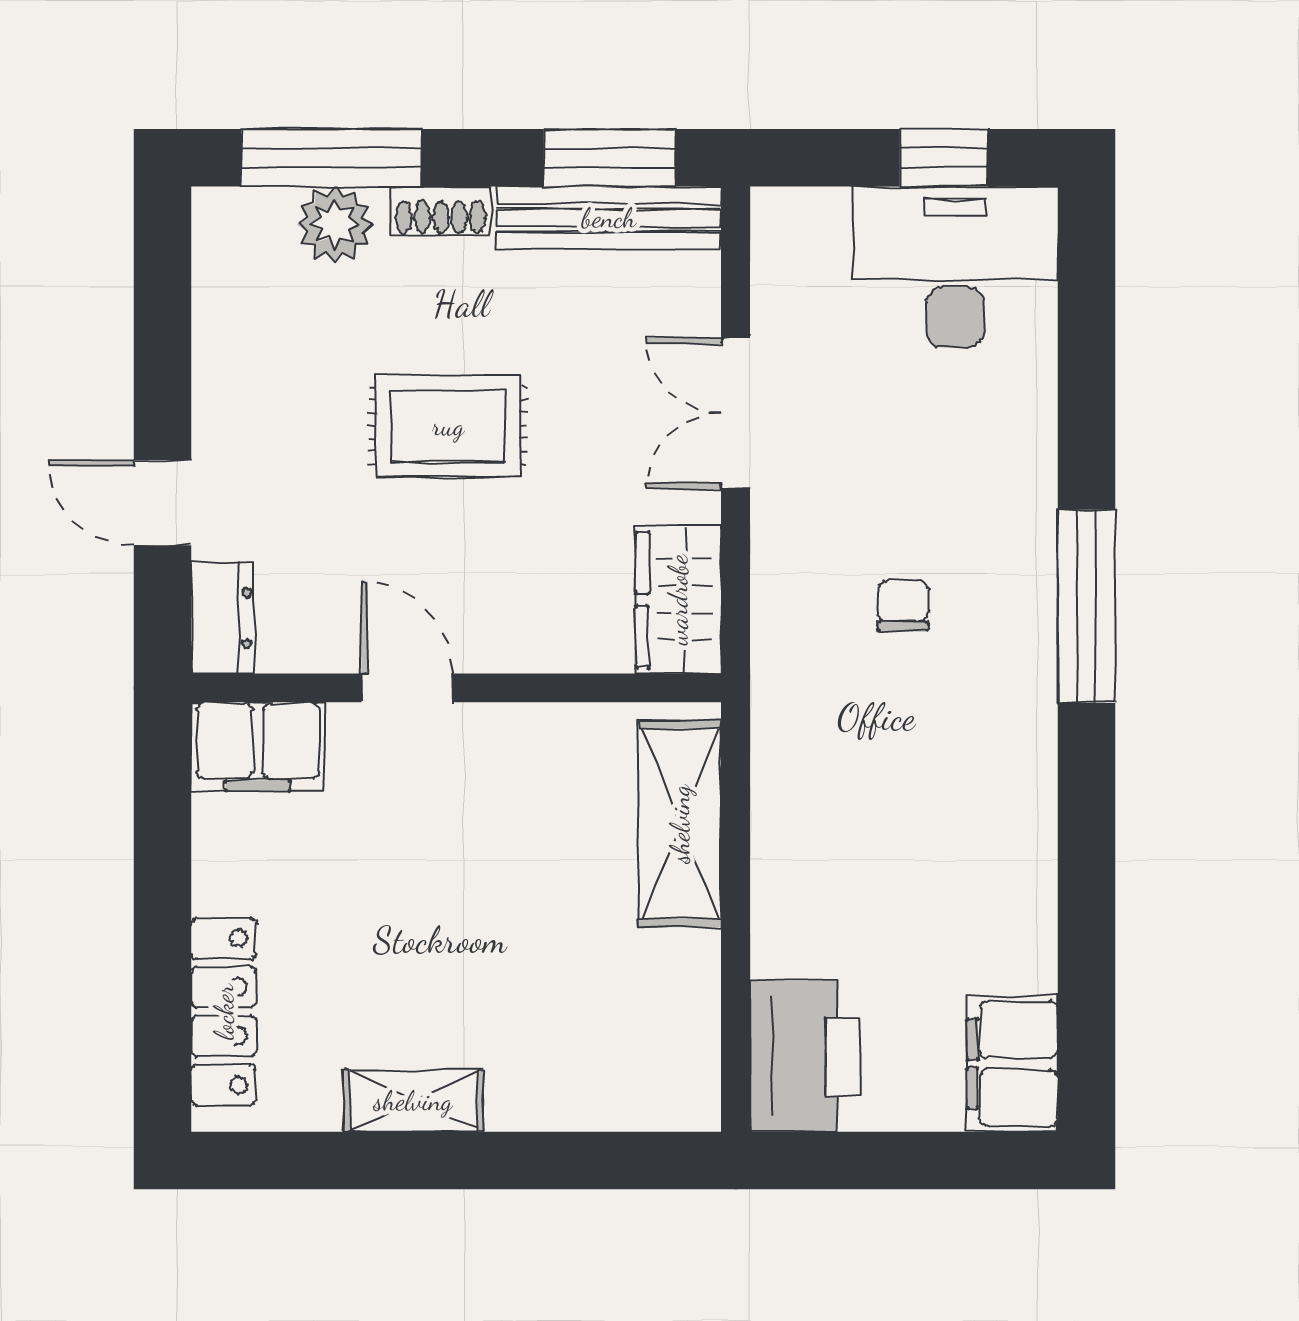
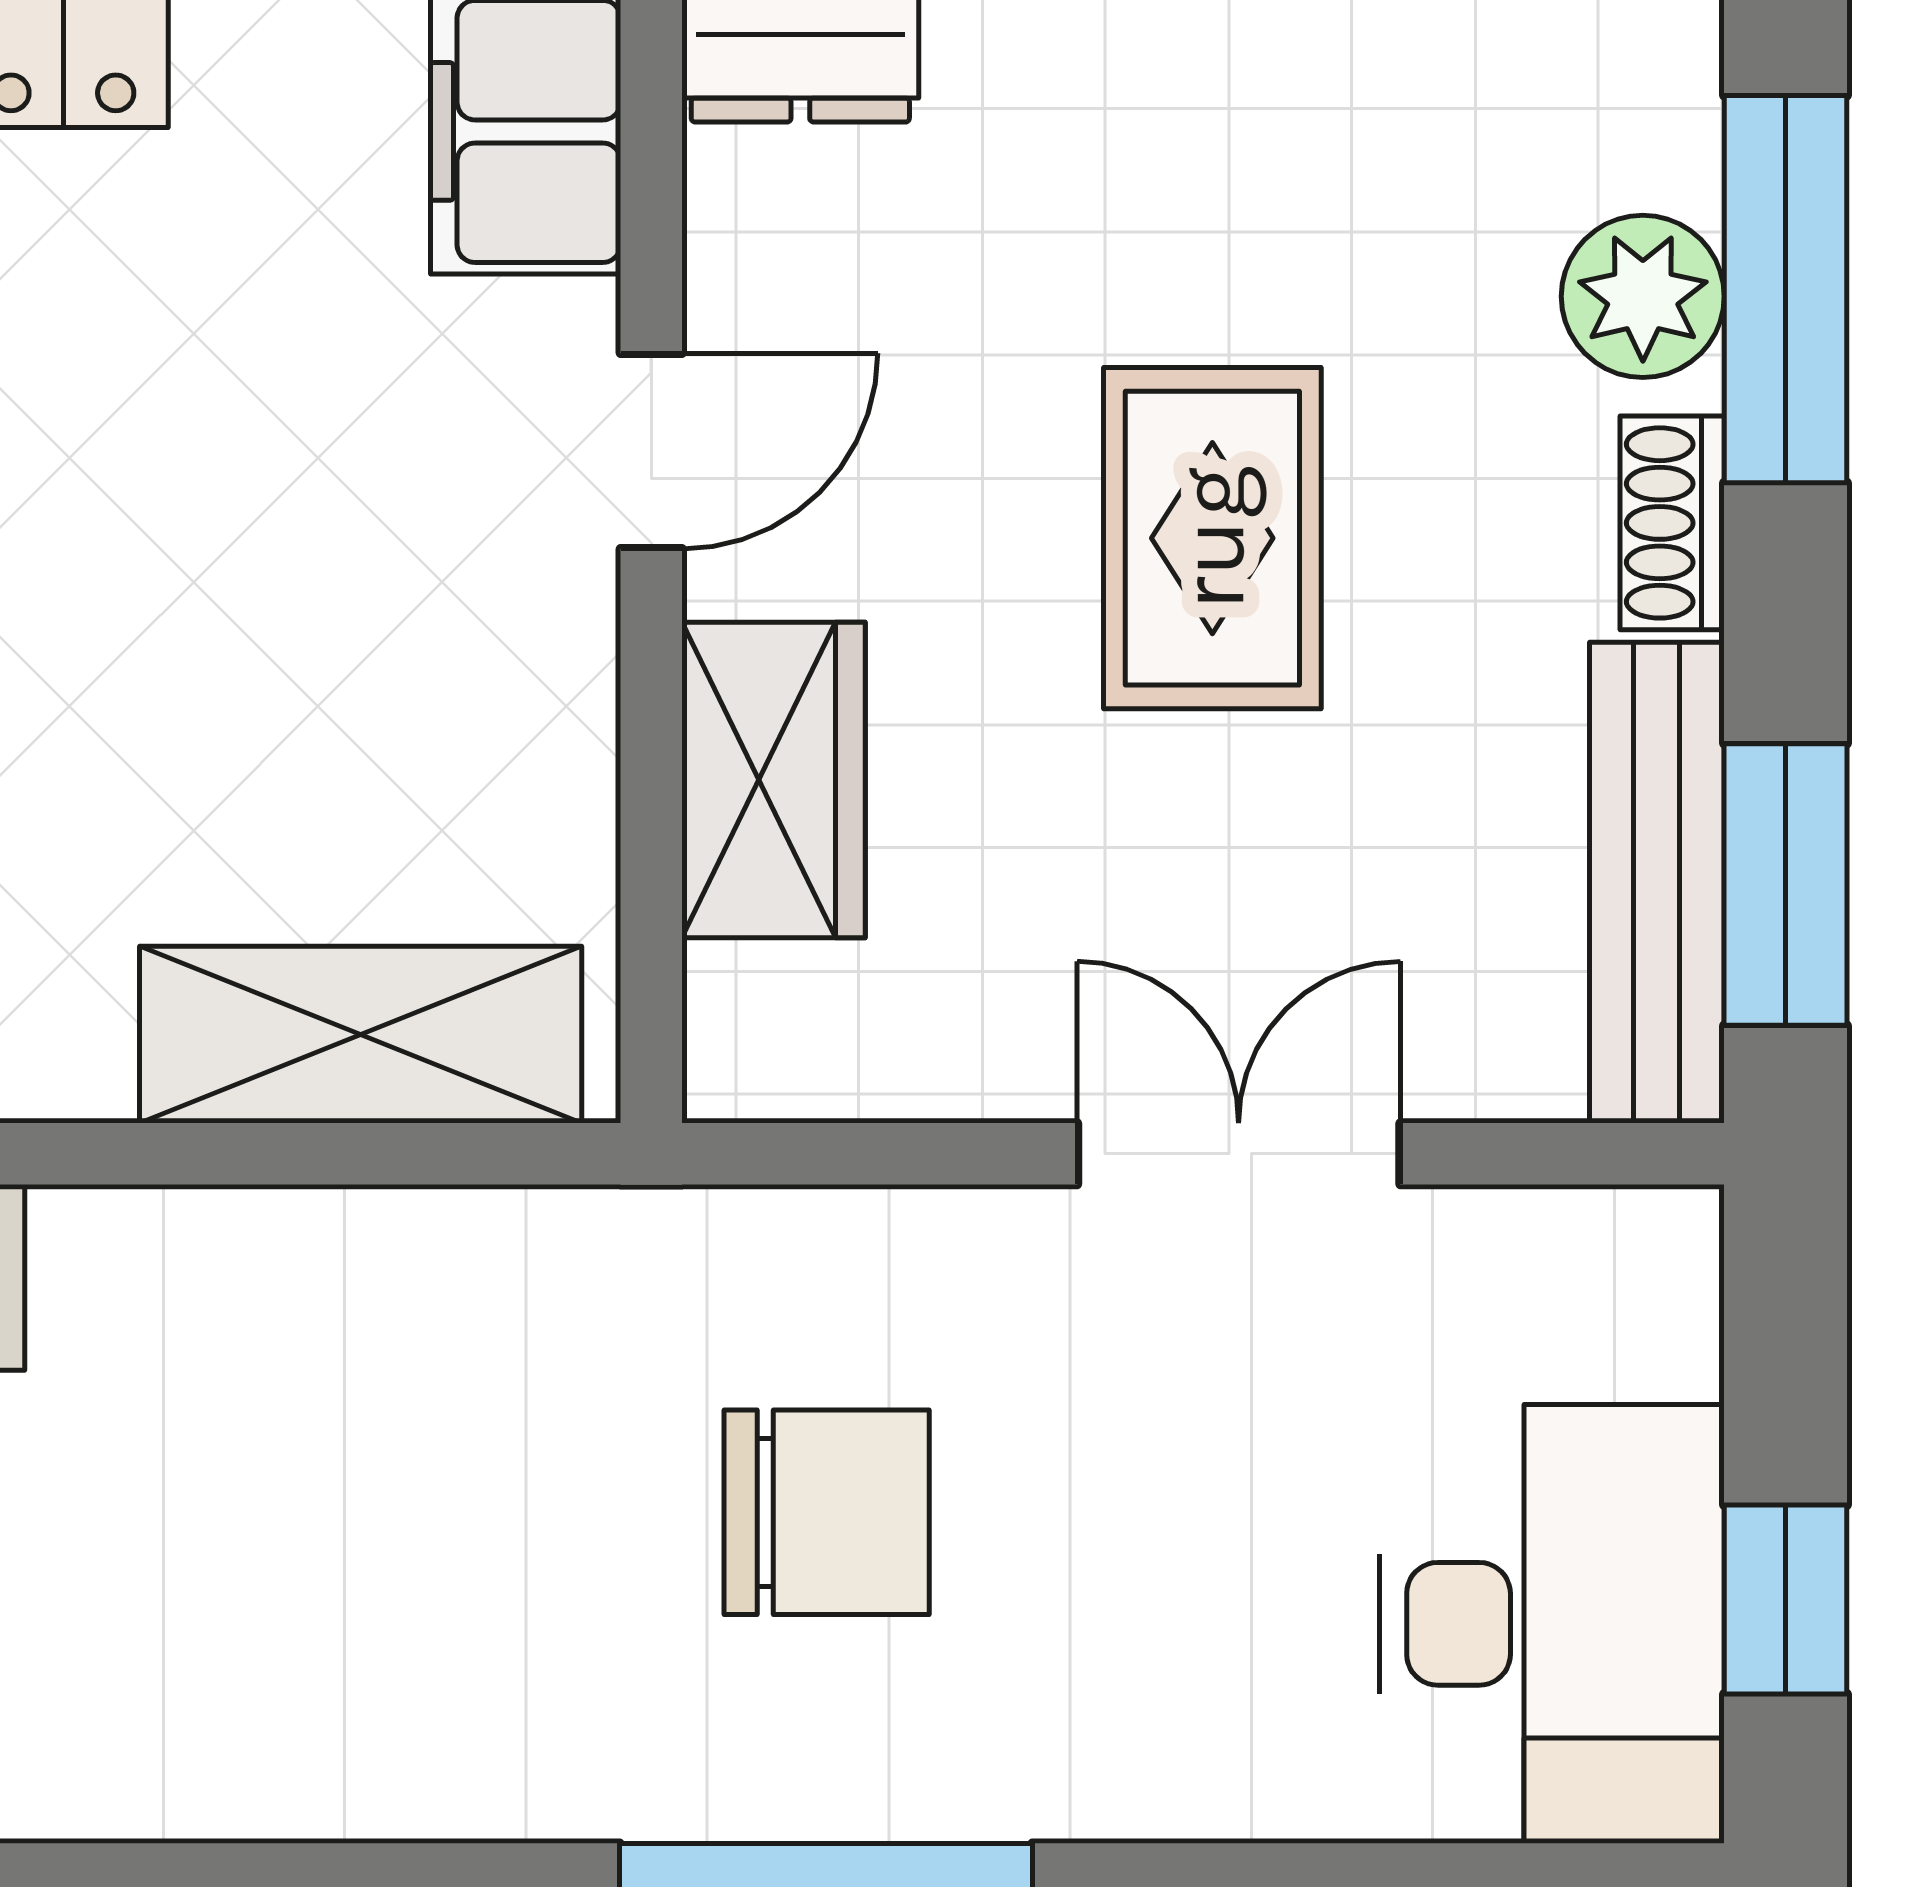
wardrobe: (678, 600) -> (773, 780), moved, turned 90
chair: (903, 606) -> (827, 1512), width x1.87, depth x1.87

